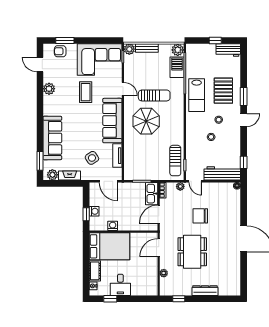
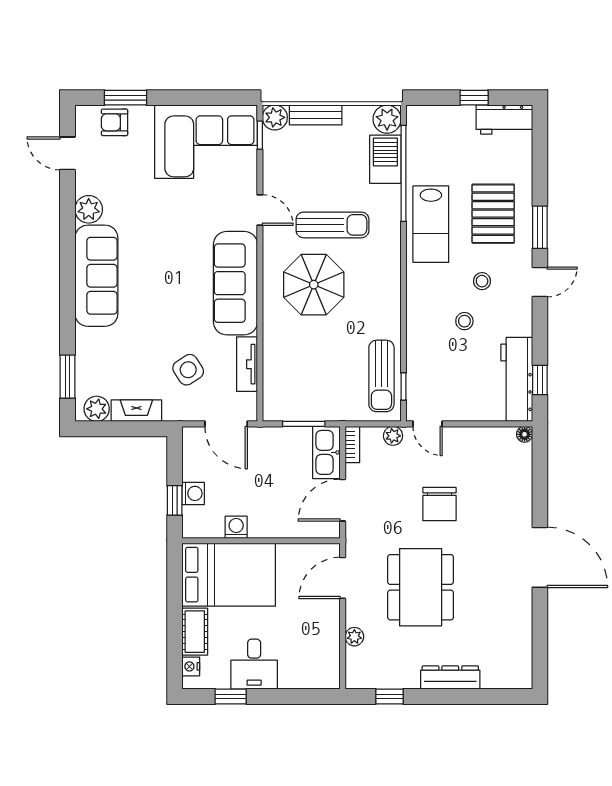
coffee table: (86, 92) -> (173, 217), removed
sofa: (52, 138) -> (96, 276), moved
workbench: (222, 173) -> (517, 379), moved, turned -90
chair: (200, 216) -> (439, 504), turned -90

